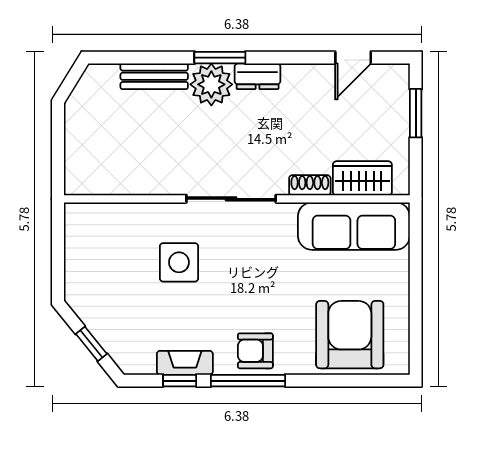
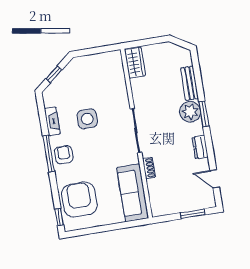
dresser: (258, 76) -> (200, 147), moved
wardrobe: (362, 178) -> (135, 63), moved
side table: (179, 262) -> (87, 119), moved
armchair: (350, 335) -> (79, 200), turned -90
window: (180, 381) -> (59, 217), moved

